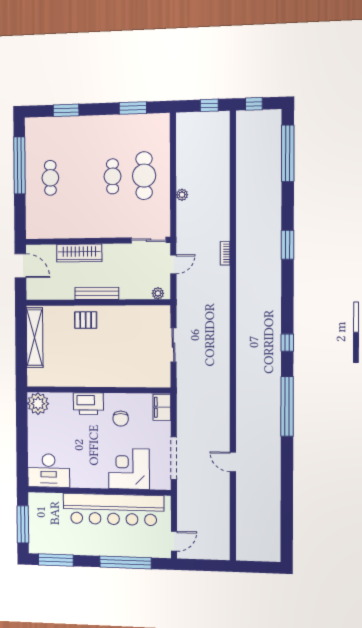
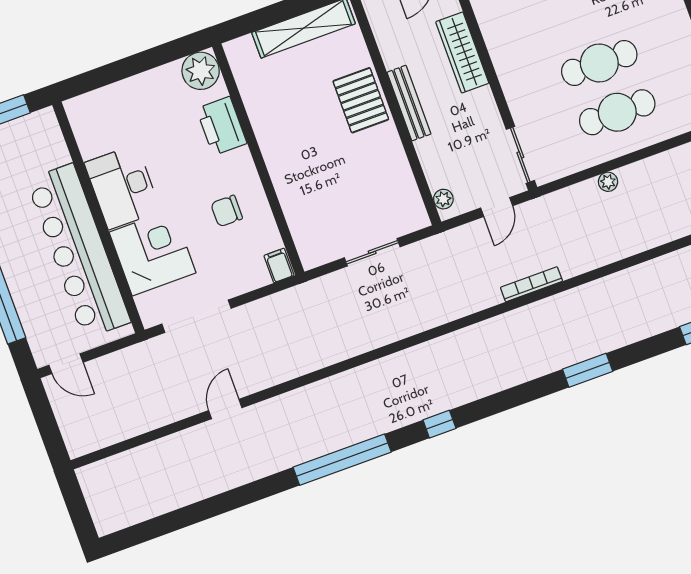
cafe table: (113, 176) -> (599, 63), width x1.37, depth x1.35
bookcase: (225, 253) -> (531, 284), width x1.56
door: (173, 264) -> (497, 207), hinge flipped
pallet: (86, 320) -> (361, 100), width x1.50, depth x1.42
printer: (88, 404) -> (222, 126), moved
filing cabinet: (162, 407) -> (279, 265), width x0.50
desk: (49, 471) -> (123, 187), moved

